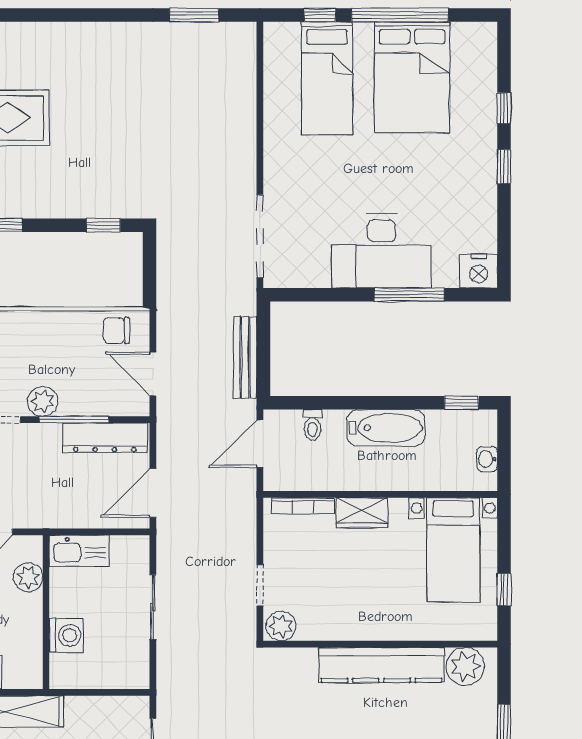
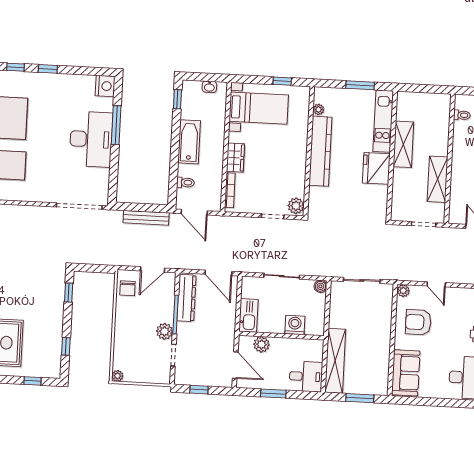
plant: (465, 666) -> (318, 109), width x0.53, depth x0.53
boiler: (138, 678) -> (320, 286), added

